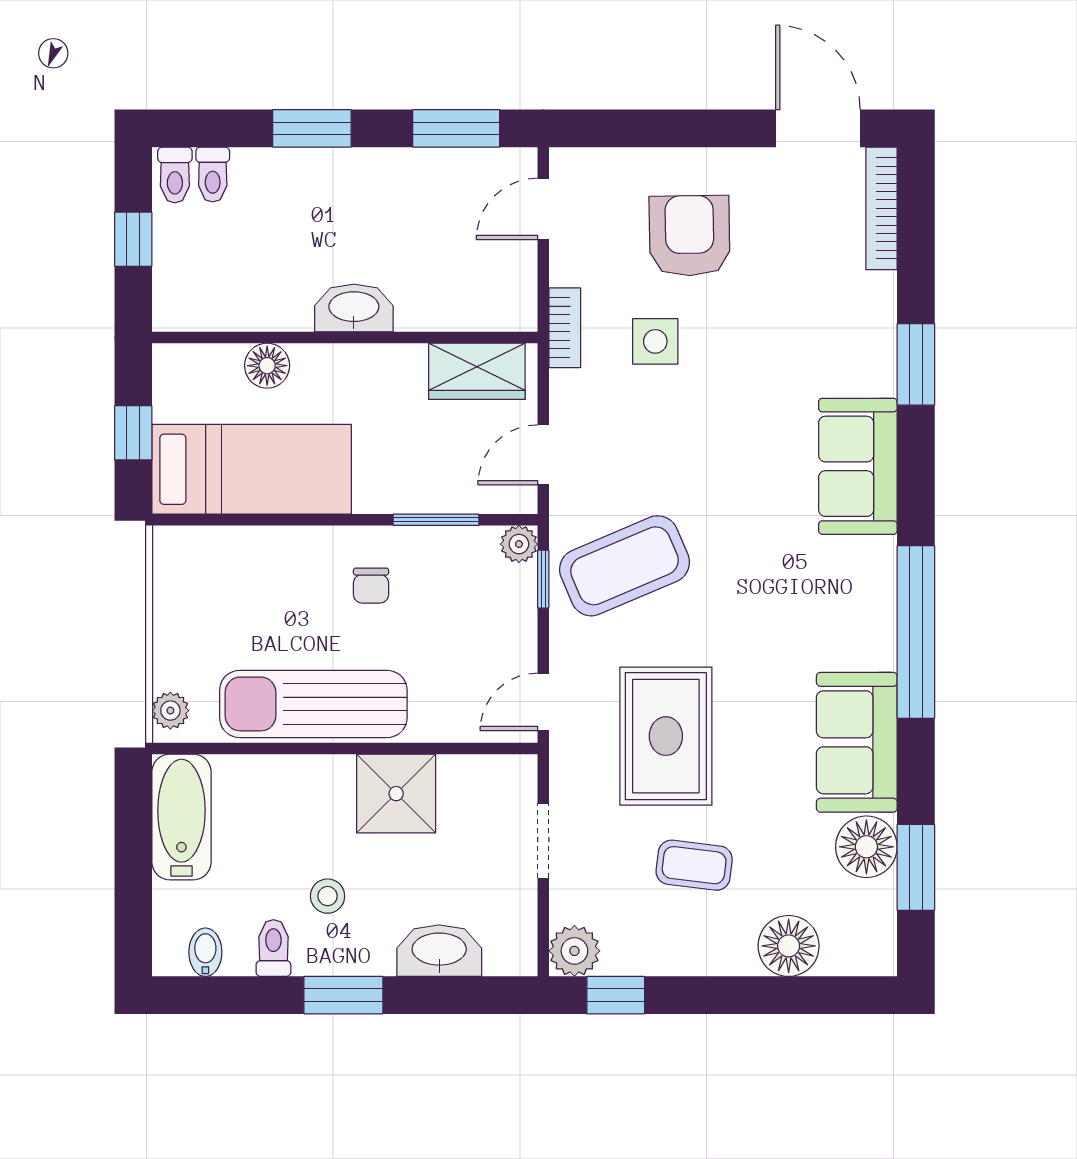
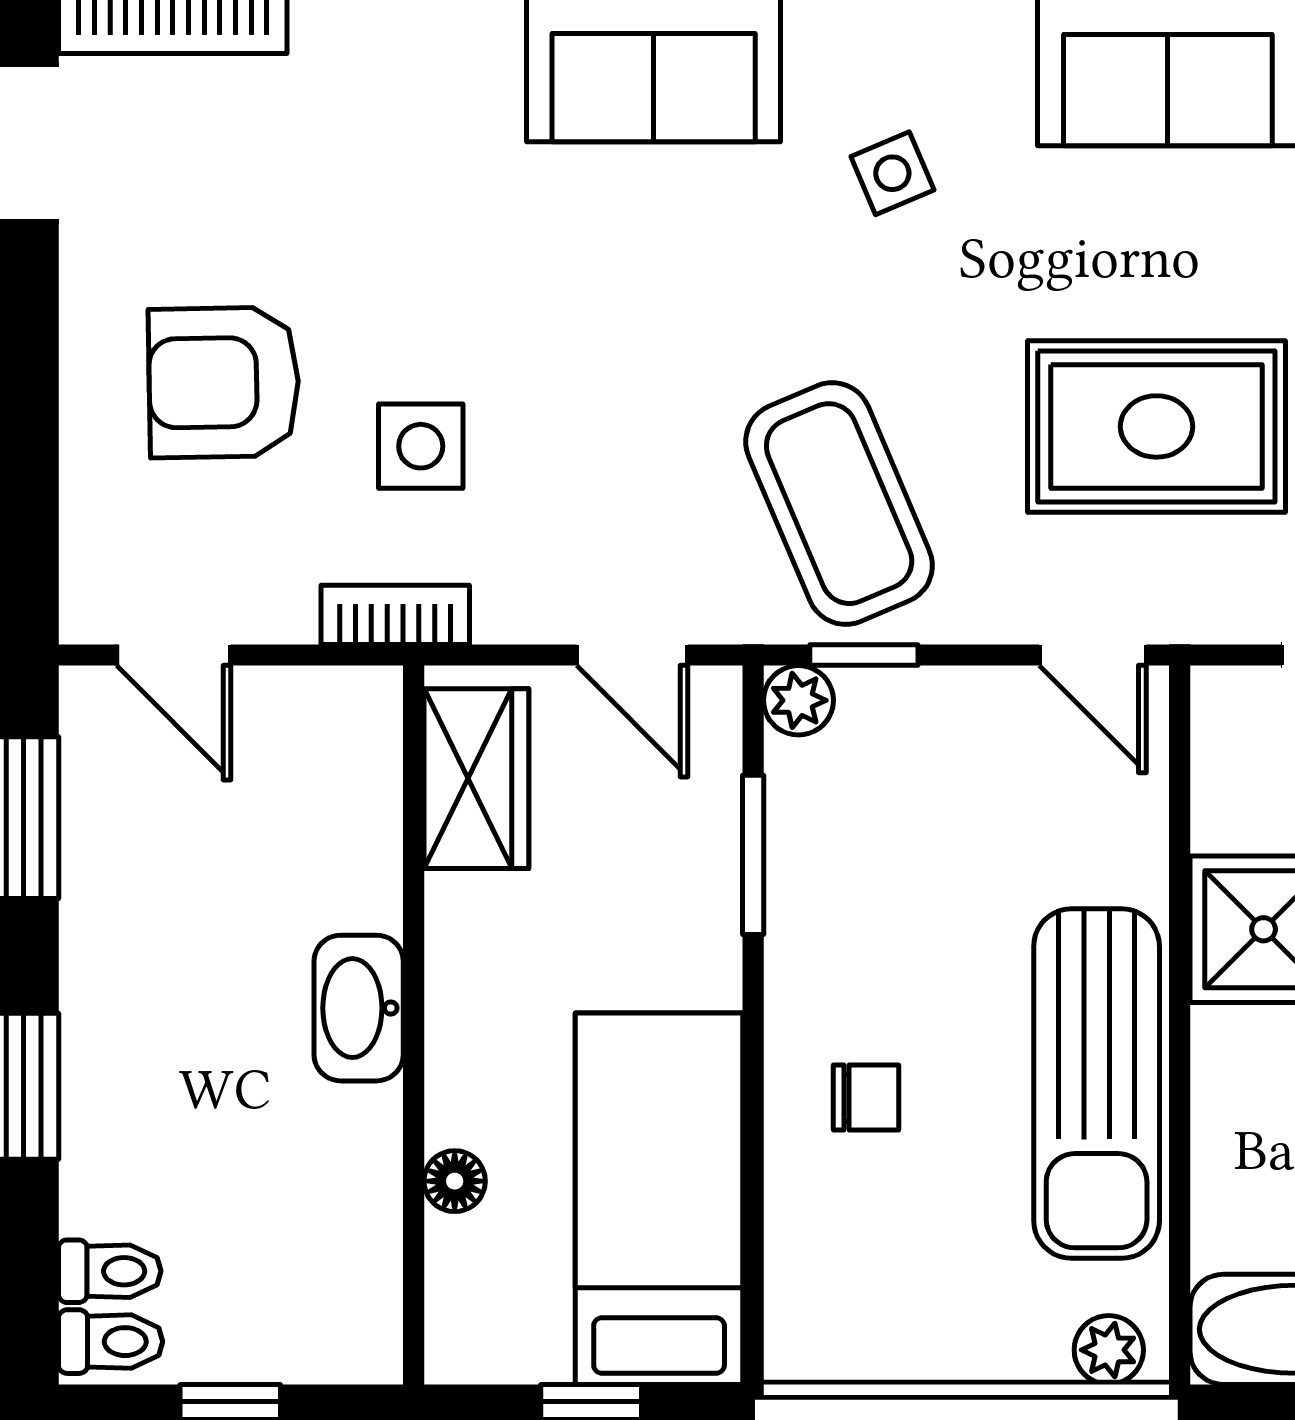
floor lamp: (267, 366) -> (455, 1181), width x0.73, depth x0.73
chair: (371, 586) -> (866, 1098), moved
side table: (802, 594) -> (892, 173), added

